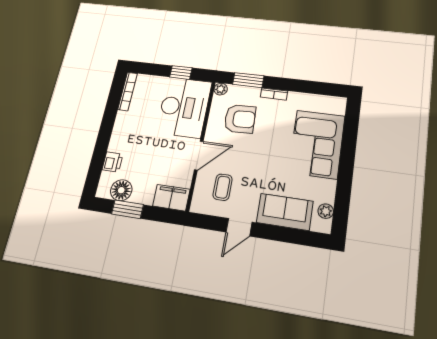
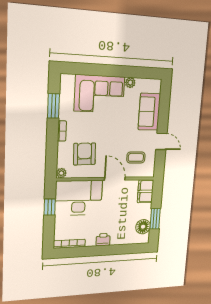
window: (248, 80) -> (53, 106), moved
printer: (112, 162) -> (103, 240), moved
plant: (326, 211) -> (130, 83), moved

